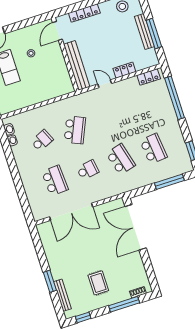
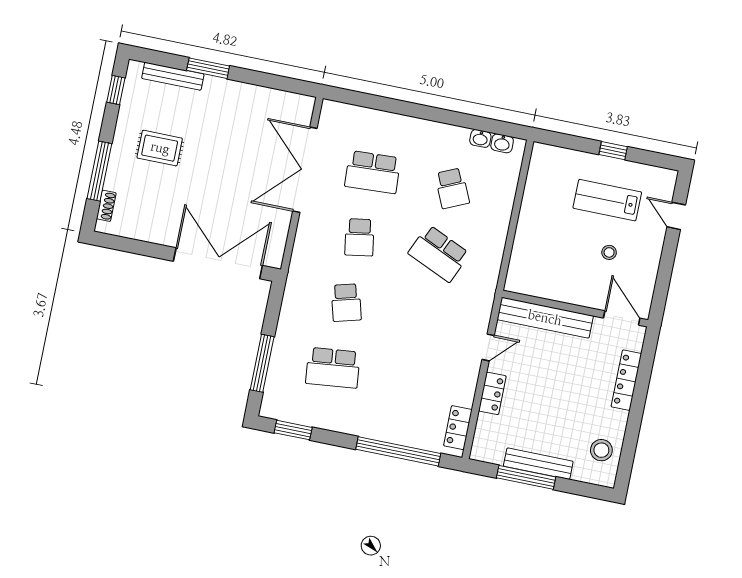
school desk: (121, 159) -> (346, 303), width x0.54

